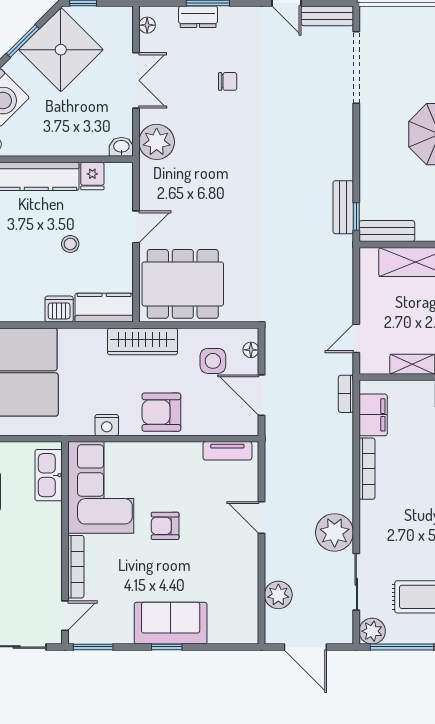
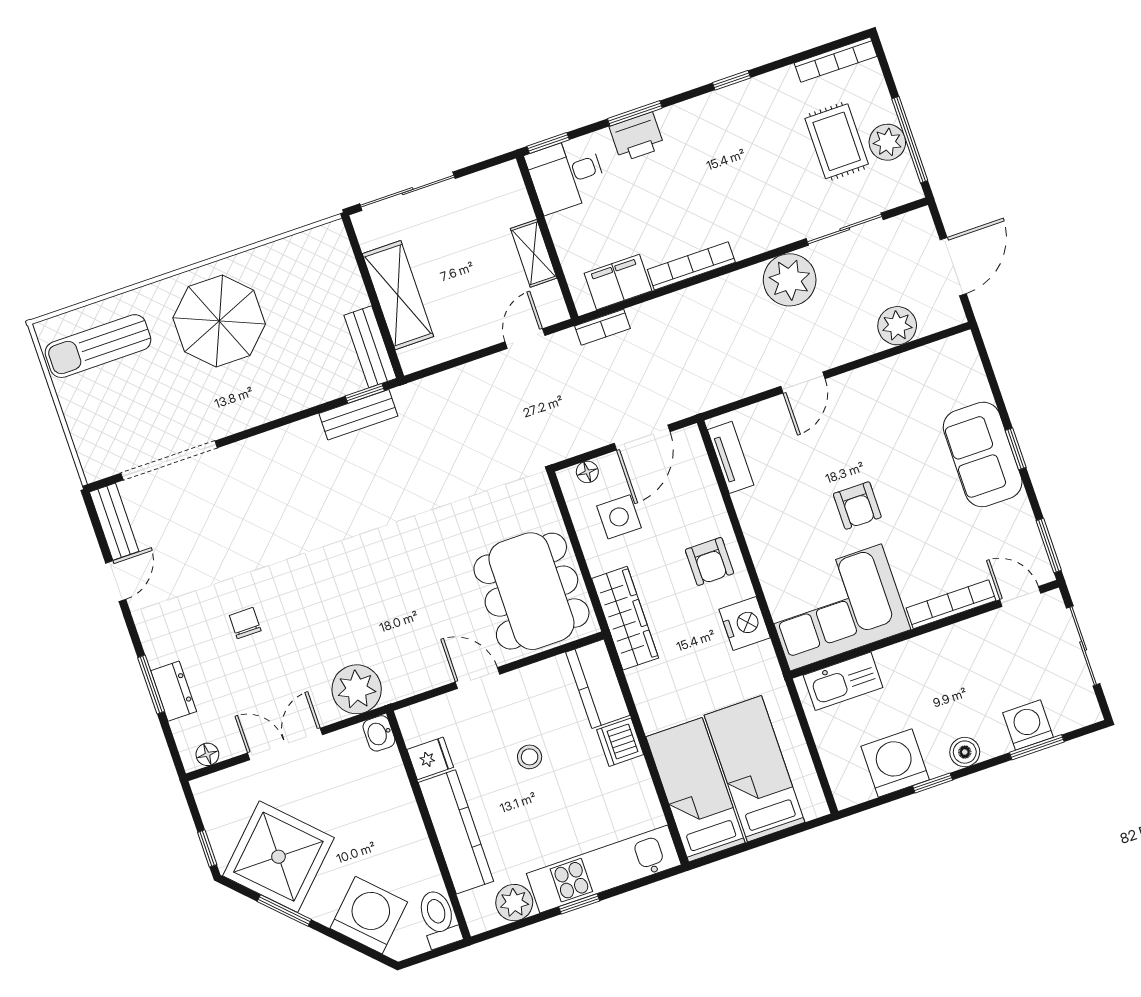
door: (356, 338) -> (525, 339), swing flipped
armchair: (161, 412) -> (709, 561), width x0.72, depth x0.72
nightstand: (107, 425) -> (745, 623), width x1.36, depth x1.33
plant: (372, 631) -> (887, 142), moved

